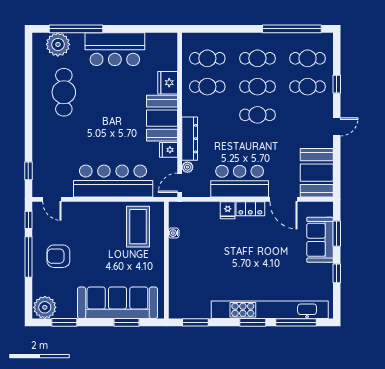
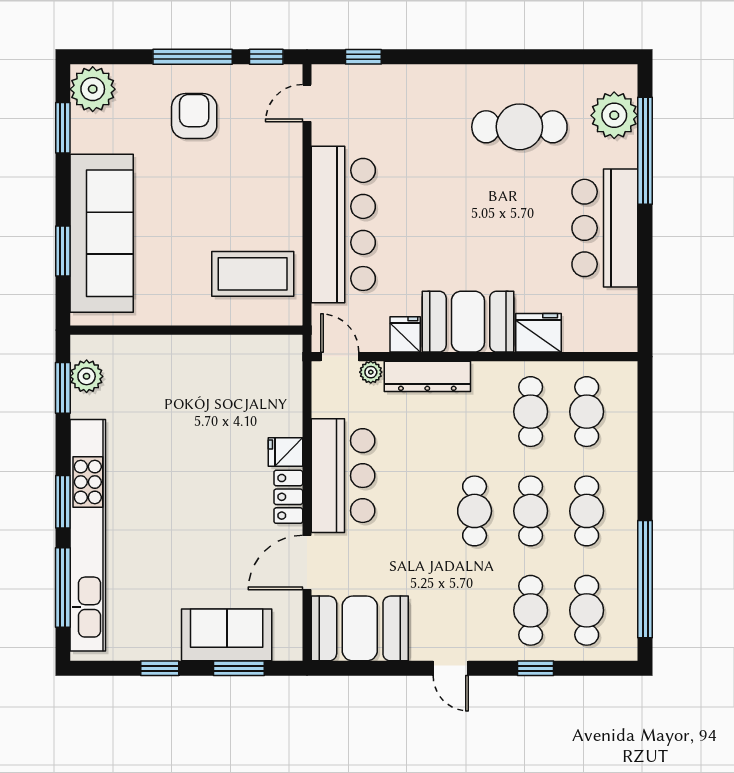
water cooler: (174, 233) -> (240, 345), removed
plant: (190, 310) -> (87, 376), added

